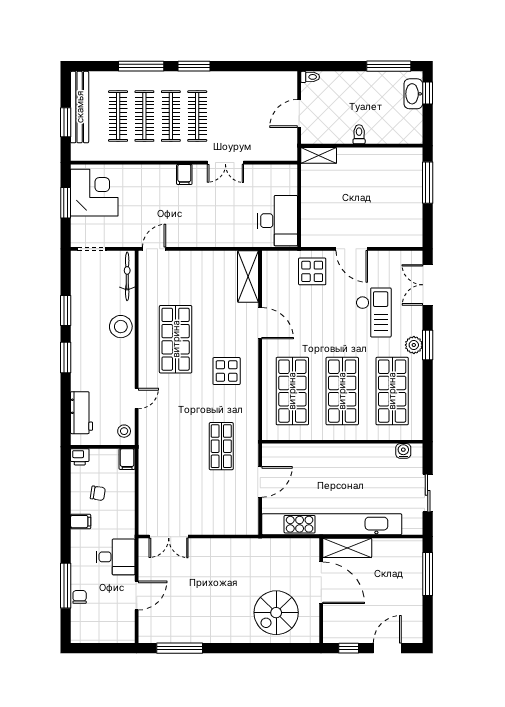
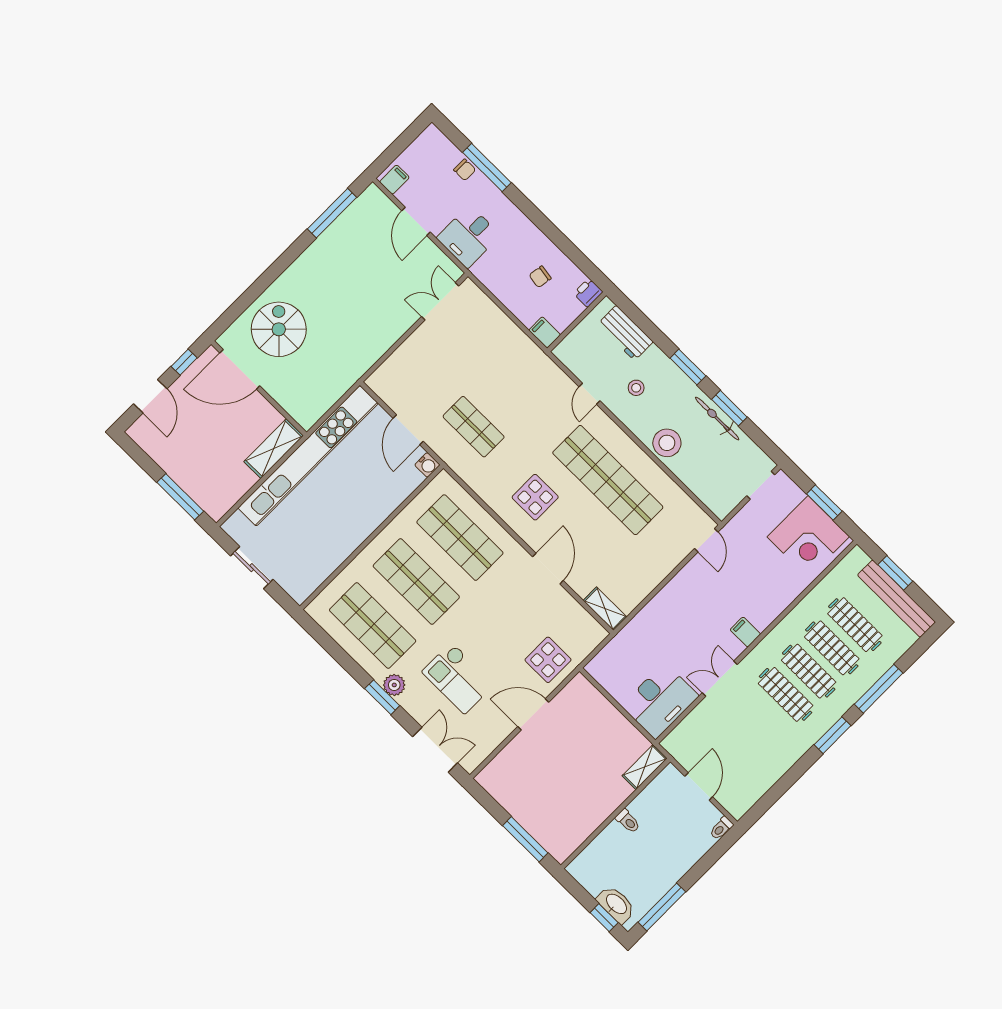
desk: (277, 221) -> (660, 701), moved, turned -90
bicycle: (127, 276) -> (717, 419), moved, turned 180
shelving: (248, 276) -> (605, 609), width x0.67, depth x0.75
door: (260, 323) -> (548, 569), swing flipped
shop shelf: (176, 339) -> (608, 480), width x1.40
stool: (124, 431) -> (636, 388), moved
water cooler: (403, 451) -> (427, 465), moved
filing cabinet: (81, 522) -> (394, 180), moved, turned 180
door: (321, 583) -> (240, 369), moved

